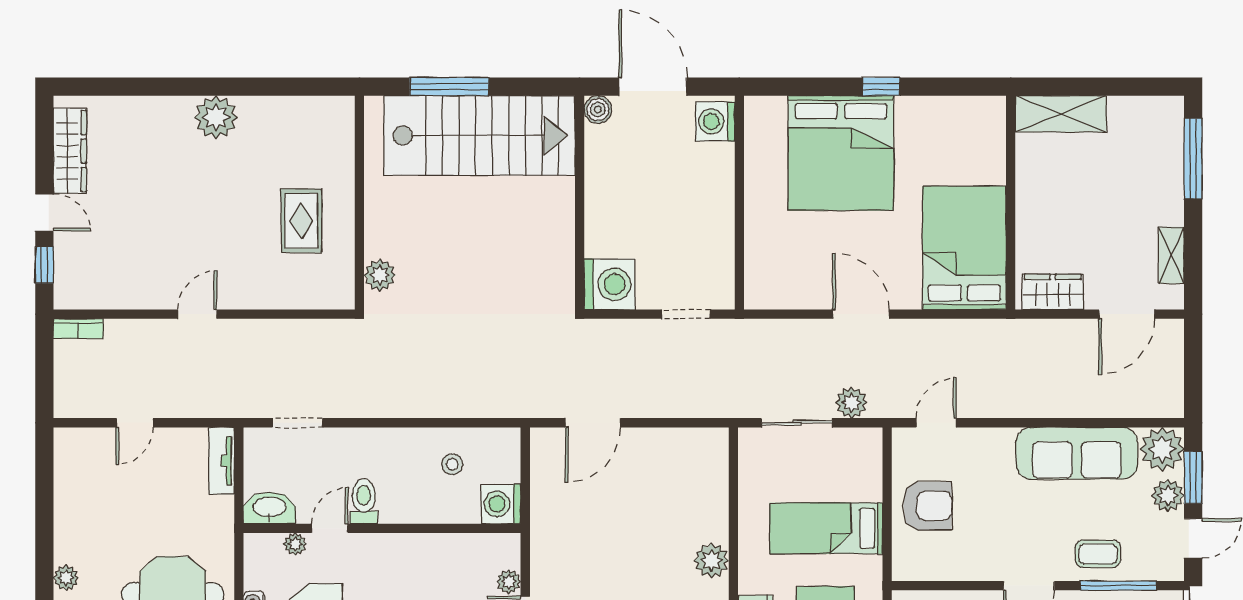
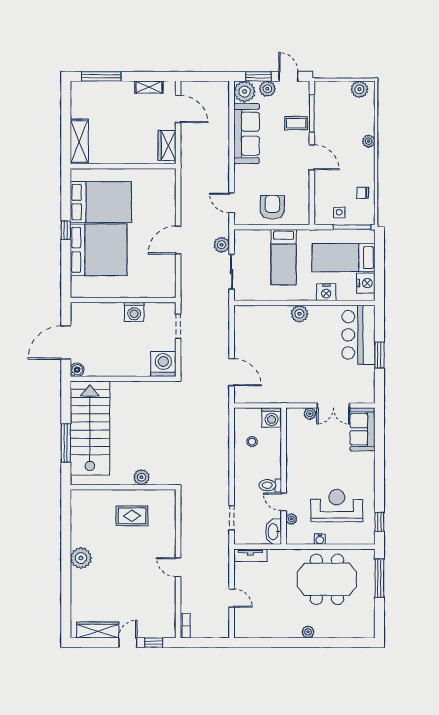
washing machine: (715, 121) -> (134, 312), moved
bed: (964, 248) -> (101, 202), moved, turned 180
plant: (380, 275) -> (141, 477), moved
coffee table: (1098, 554) -> (296, 123), turned 90

